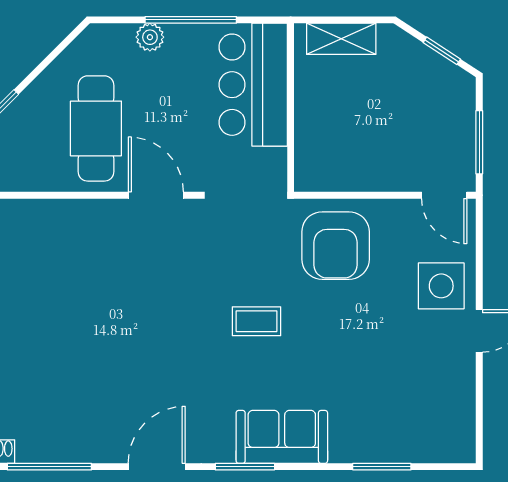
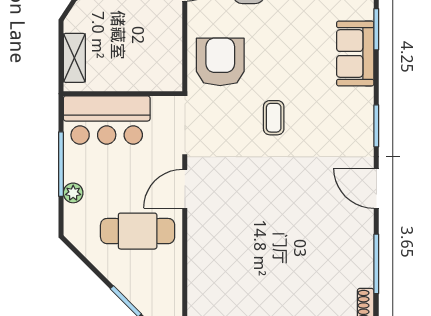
armchair: (336, 246) -> (220, 62), turned -90
sofa: (282, 437) -> (355, 53), moved

